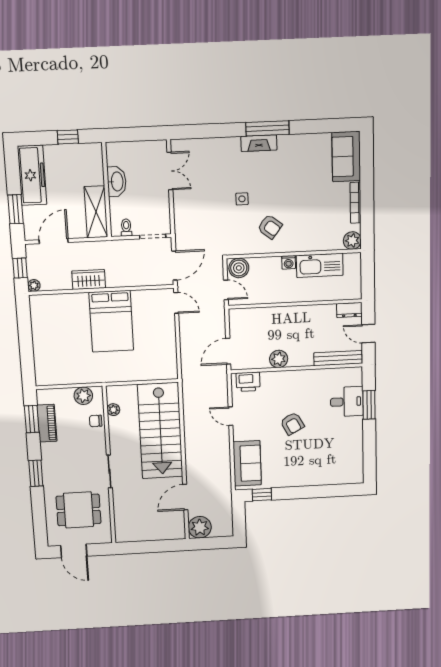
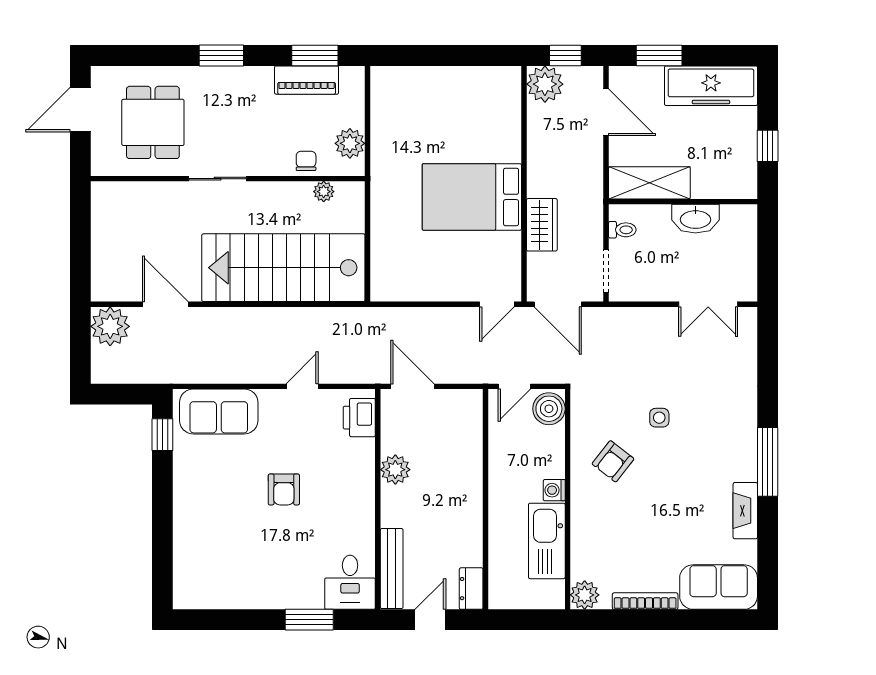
fireplace: (259, 143) -> (745, 511), moved
wardrobe: (89, 279) -> (542, 225), moved
plant: (34, 285) -> (545, 84), width x1.88, depth x1.88
desk: (347, 402) -> (350, 582), moved
armchair: (292, 424) -> (284, 489), turned -62

